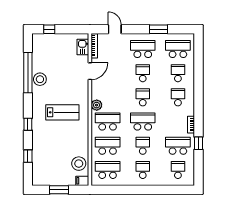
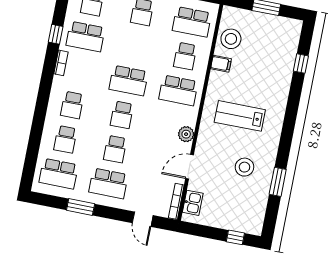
window: (28, 73) -> (278, 182), width x0.47
stool: (40, 79) -> (244, 167), moved
plant: (97, 105) -> (186, 134), moved
window: (28, 124) -> (292, 109), removed
school desk: (108, 146) -> (185, 56), width x0.54
school desk: (143, 146) -> (135, 46), removed
filing cabinet: (82, 181) -> (221, 64), moved

